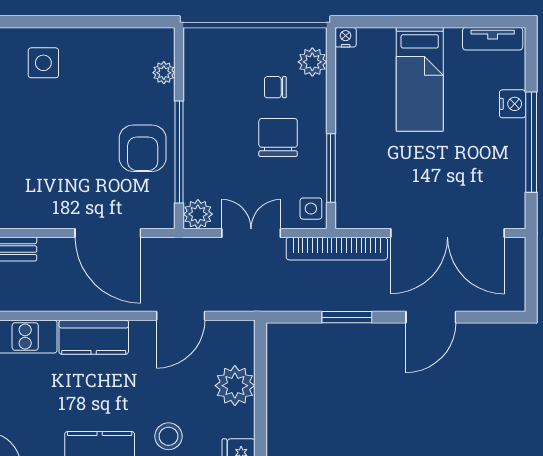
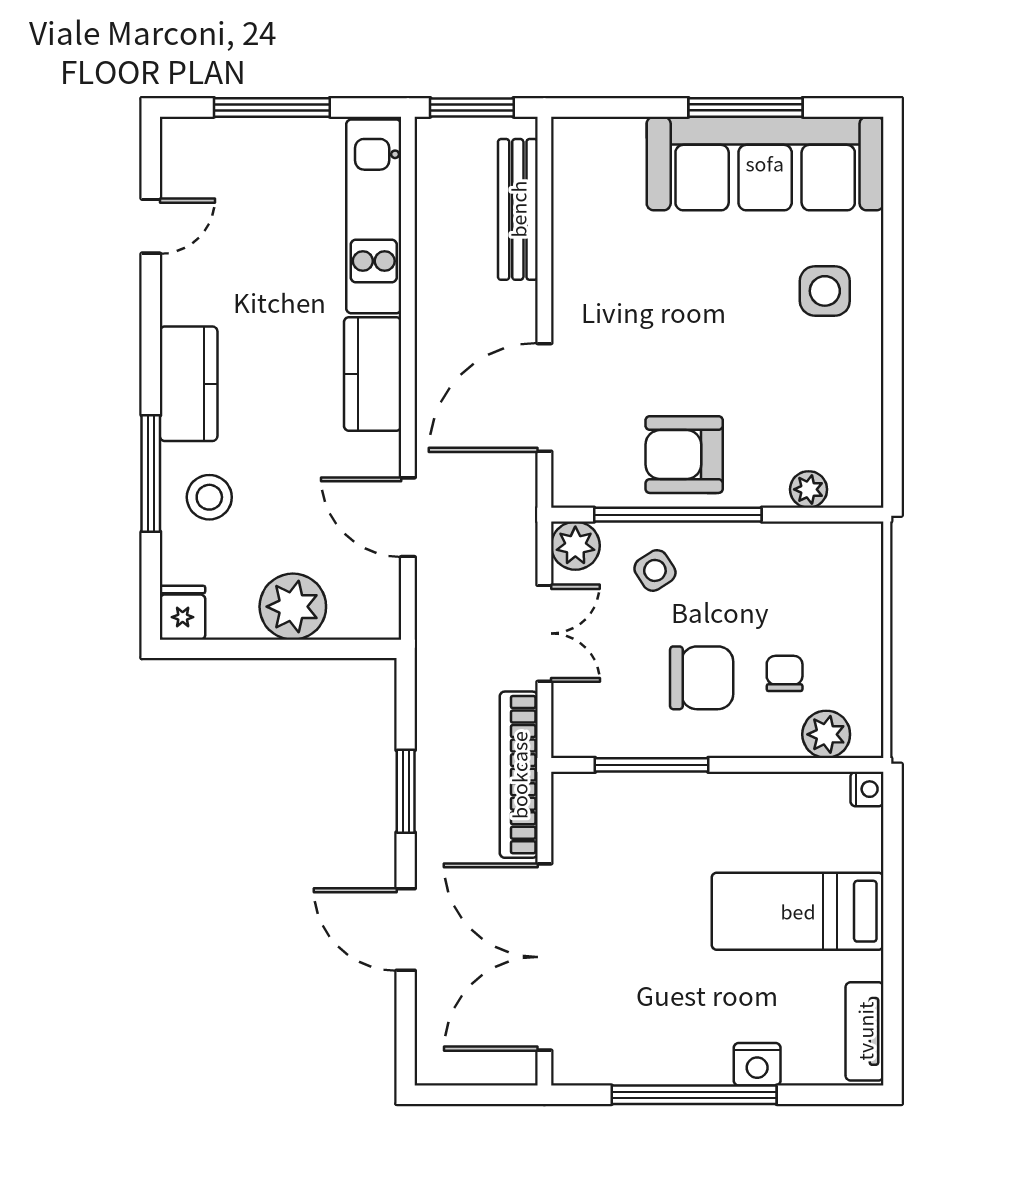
side table: (311, 209) -> (655, 570), moved, turned -33

